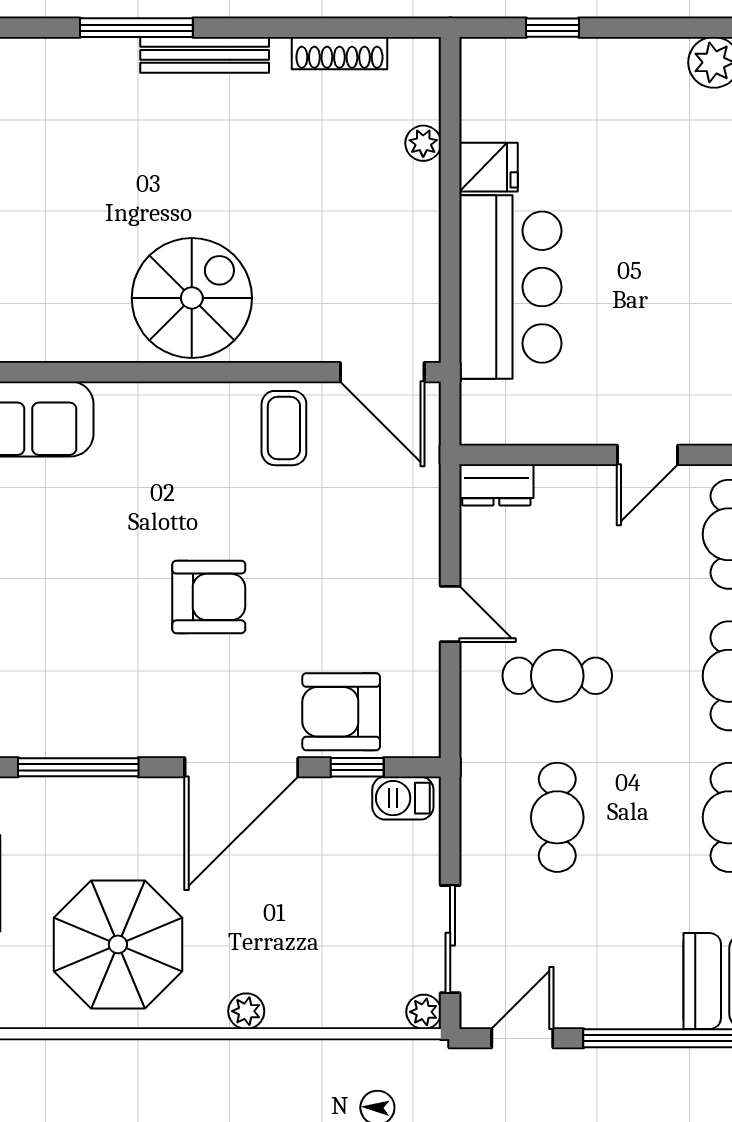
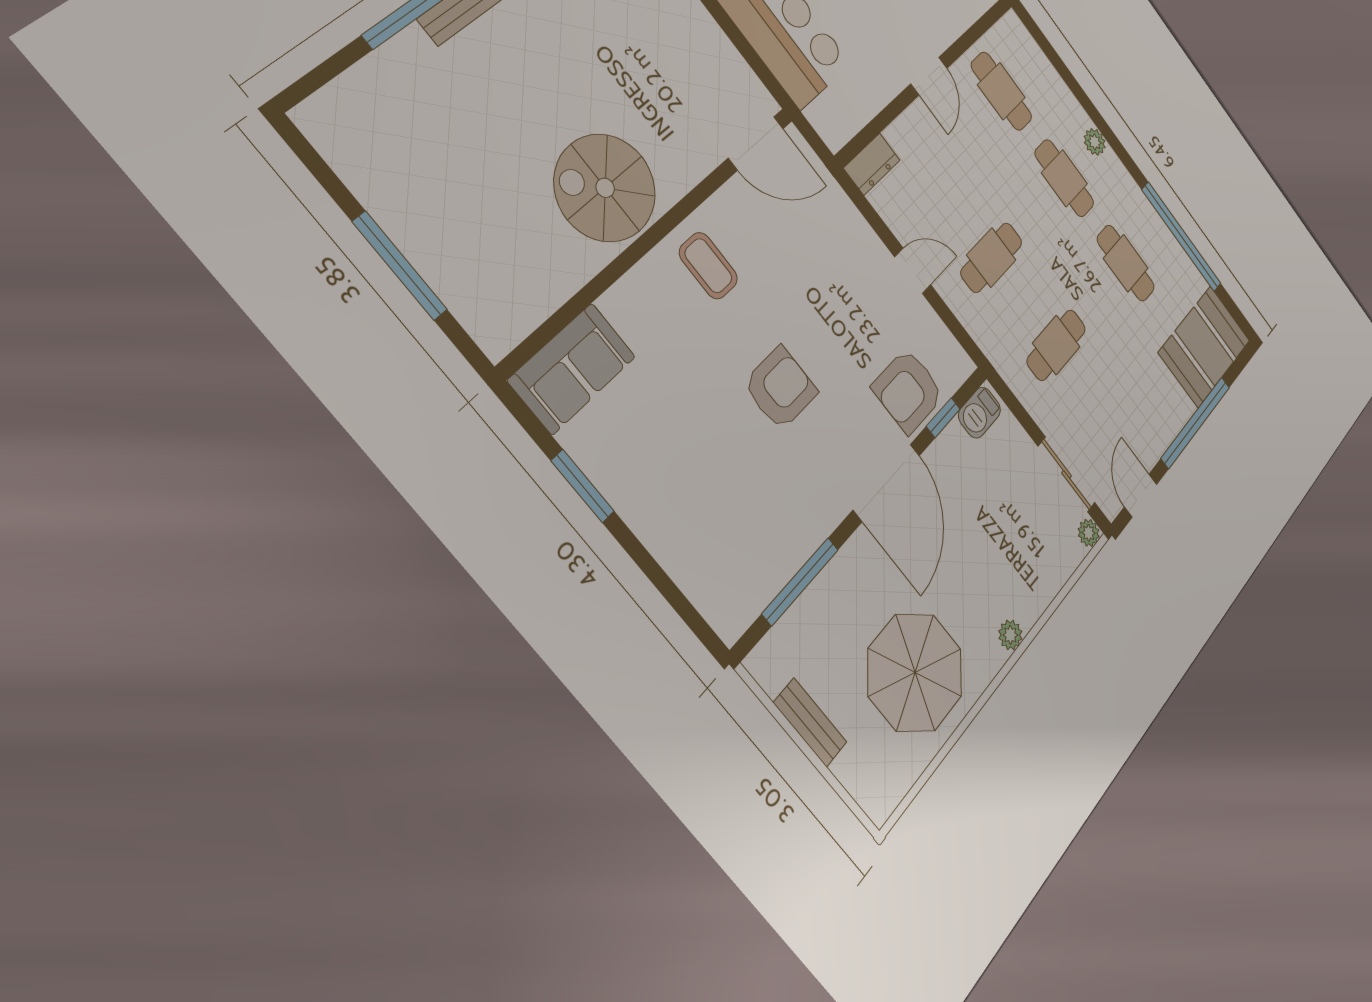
spiral stairs: (192, 298) -> (605, 188), turned -90
coffee table: (284, 428) -> (708, 266), moved
cafe table: (557, 817) -> (1056, 345), turned 90

